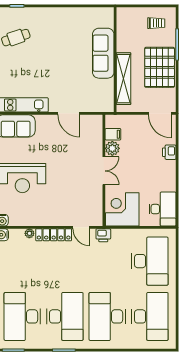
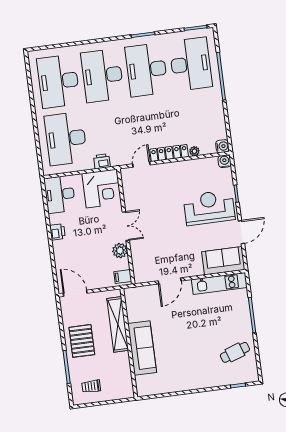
pallet: (160, 67) -> (82, 341), width x0.73, depth x0.71
door: (69, 113) -> (170, 281), swing flipped
filing cabinet: (113, 134) -> (123, 277), moved
printer: (169, 152) -> (57, 232), moved
double door: (104, 171) -> (126, 226), swing flipped
door: (81, 227) -> (141, 164), hinge flipped
printer: (103, 235) -> (102, 161), moved
desk: (107, 316) -> (102, 76), turned 180

